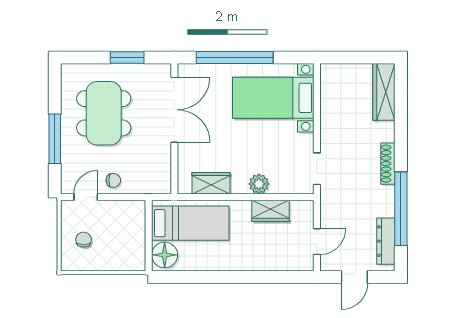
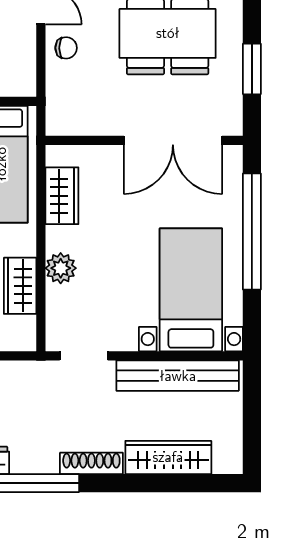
wardrobe: (384, 92) -> (168, 457), moved
bench: (330, 107) -> (178, 376), added
chair: (113, 180) -> (66, 48), turned -90

